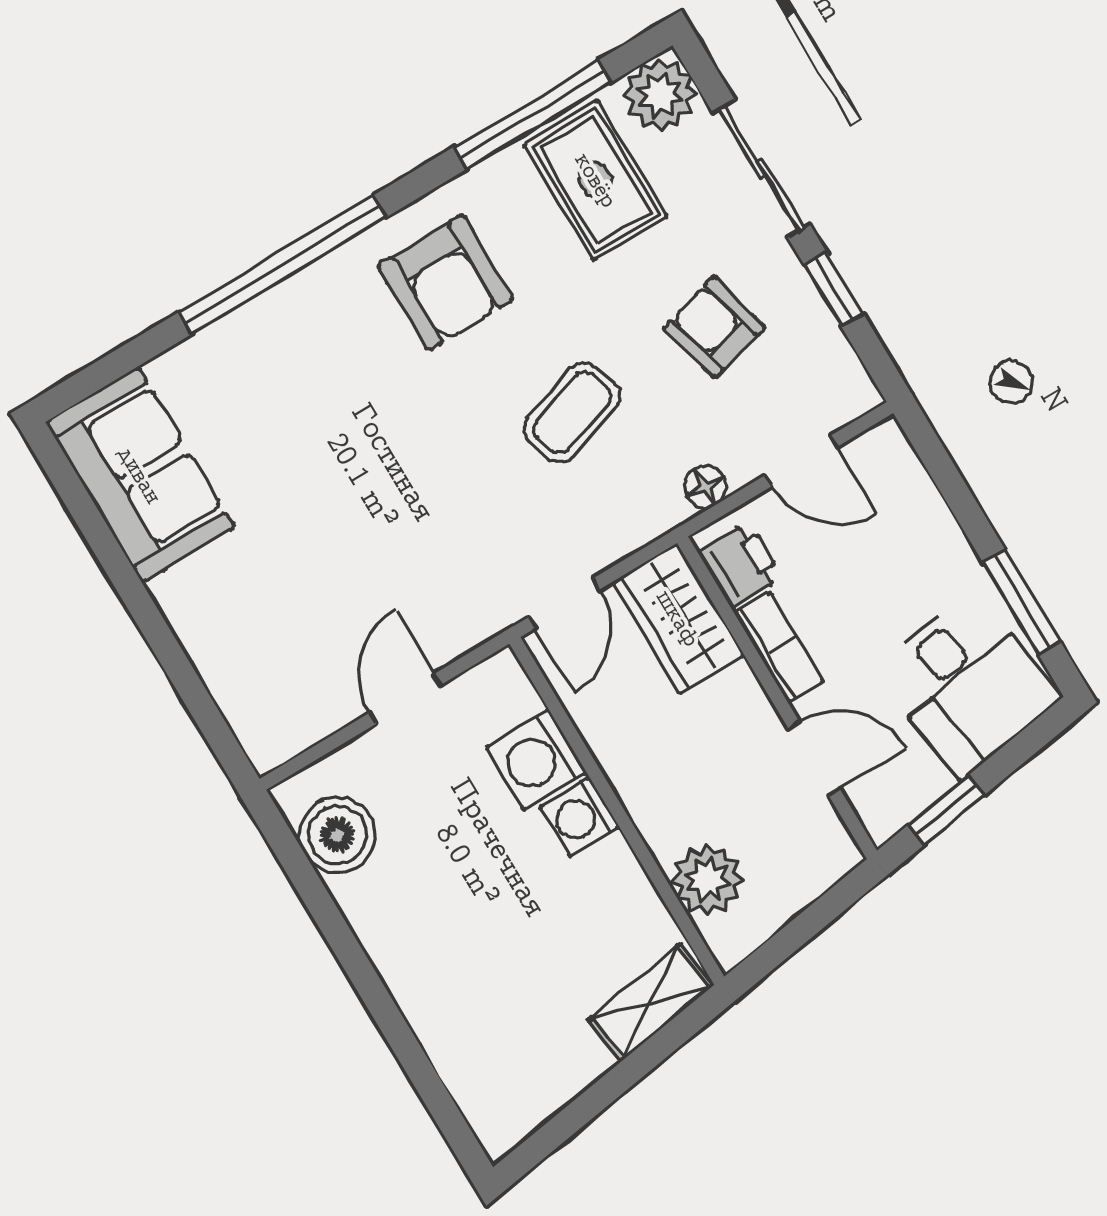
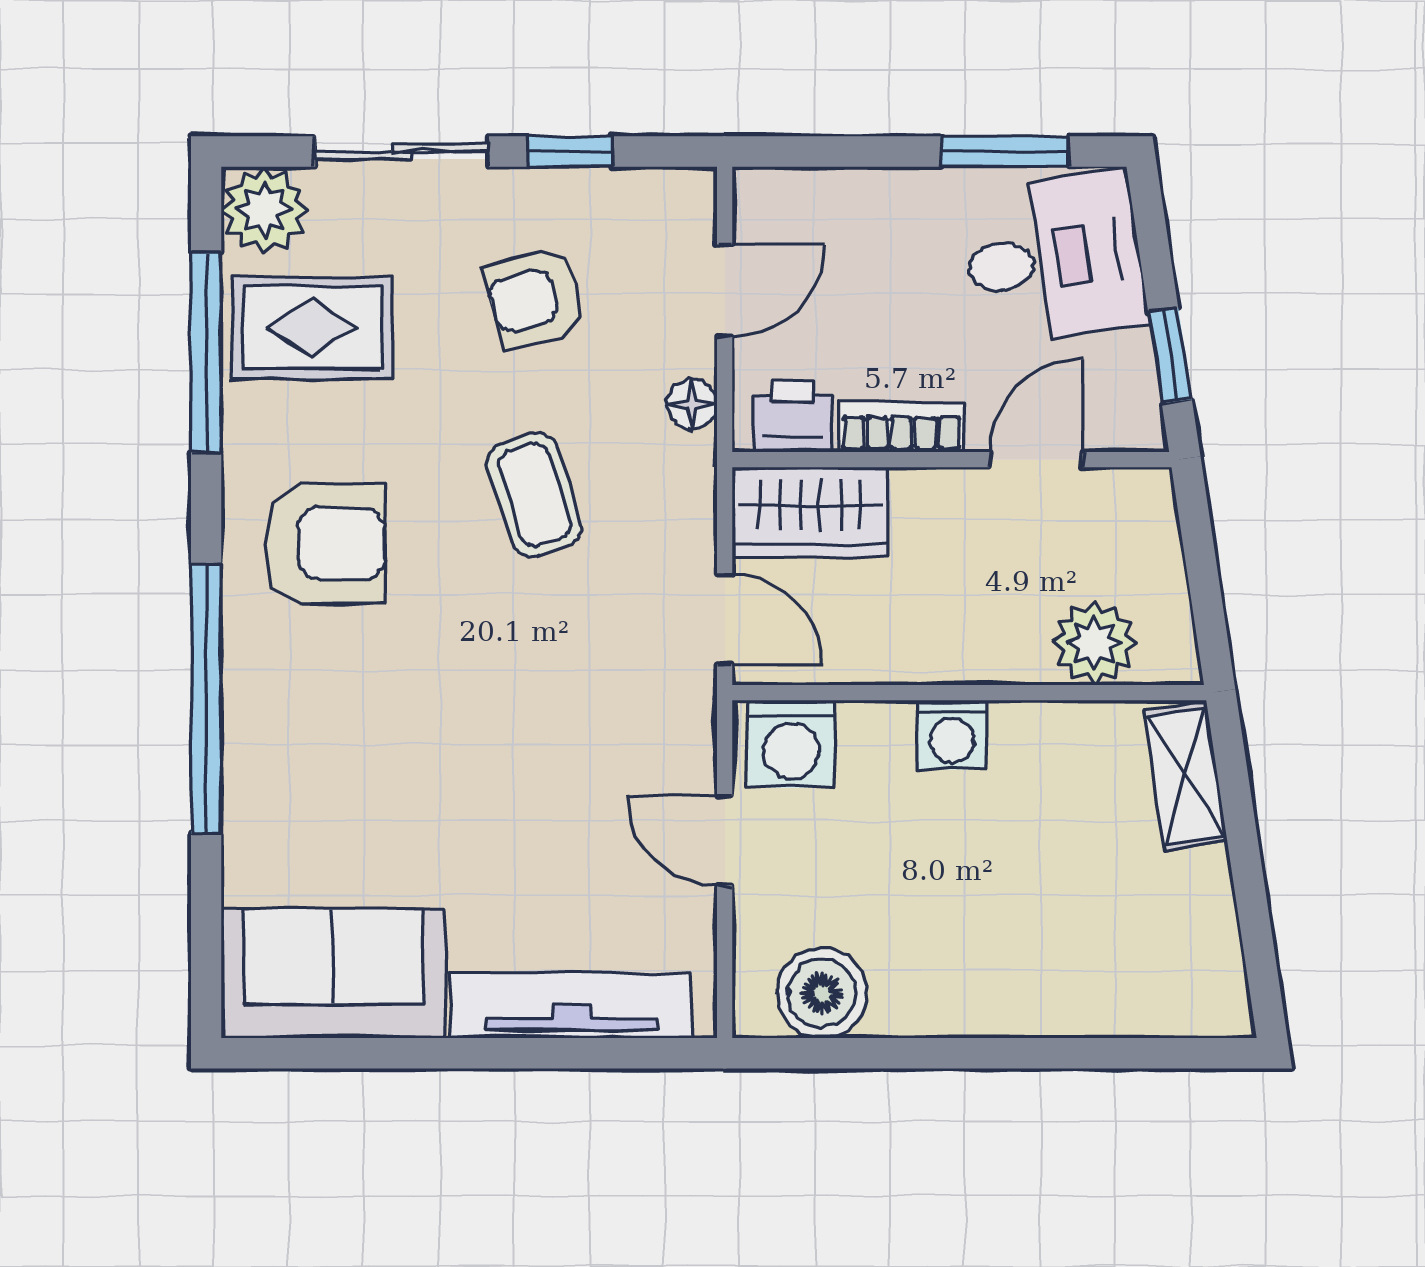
tv unit: (220, 660) -> (571, 1006), added
washing machine: (536, 760) -> (791, 744), moved

